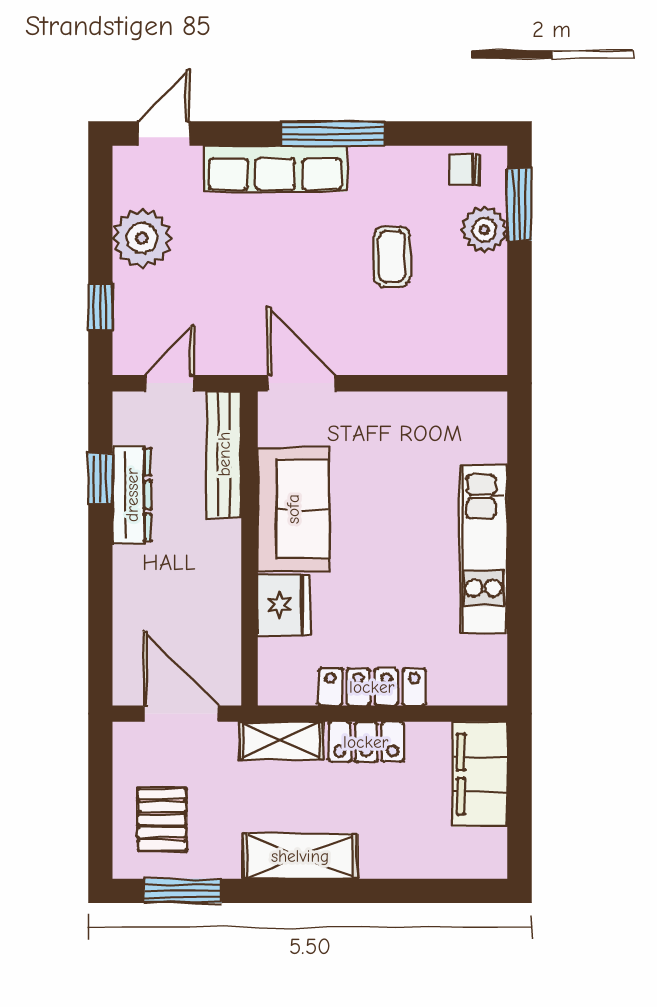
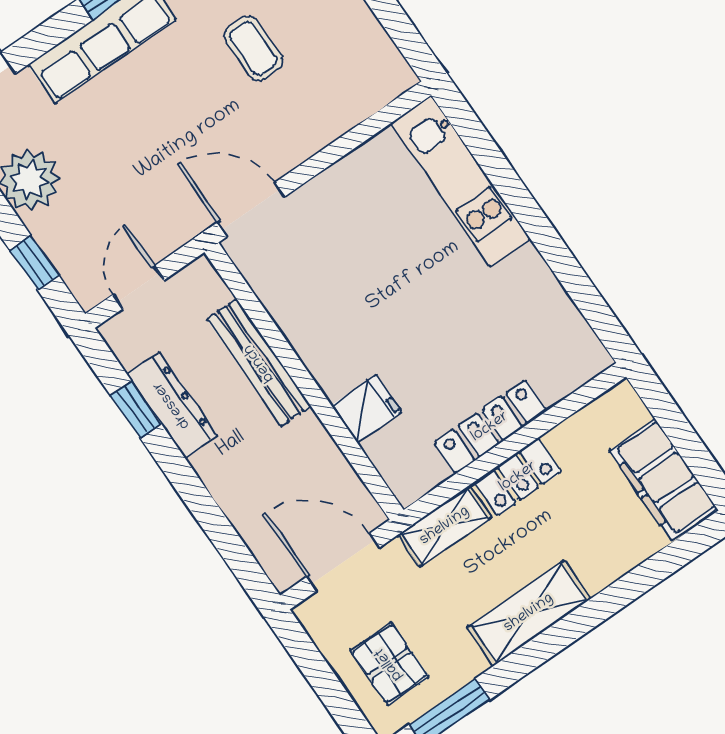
bench: (224, 454) -> (259, 363), moved
sofa: (293, 509) -> (318, 322), removed
kitchen unit: (484, 549) -> (461, 181), moved
fridge: (284, 605) -> (366, 409), width x0.72
filing cabinet: (480, 774) -> (663, 480), moved

